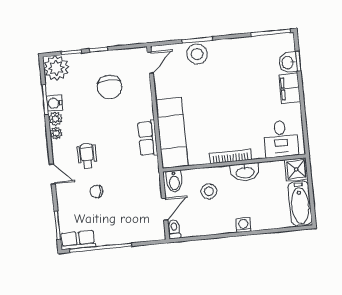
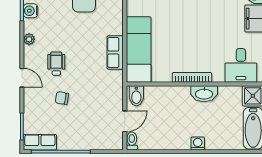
plant: (55, 119) -> (30, 26), removed
stool: (209, 191) -> (168, 108), removed

